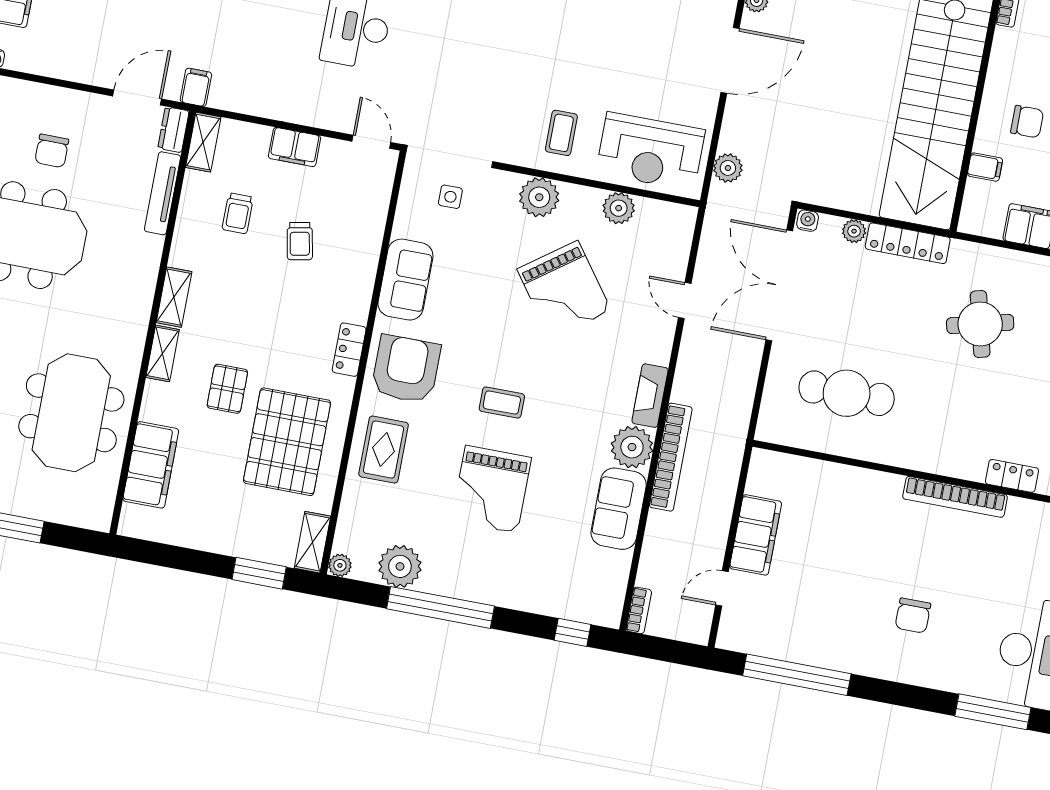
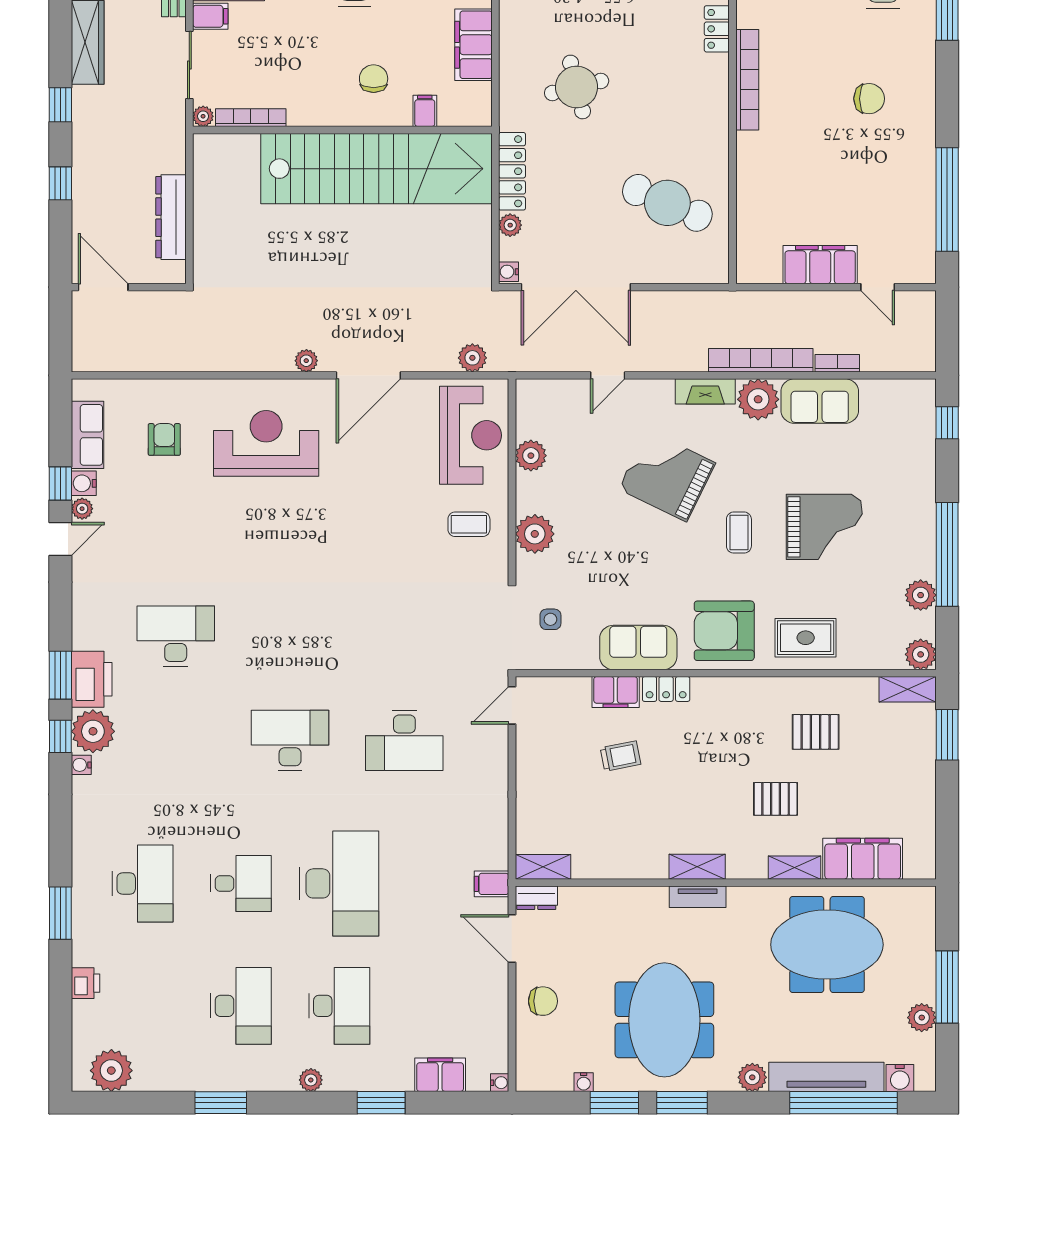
door: (730, 60) -> (368, 375), swing flipped
filing cabinet: (295, 147) -> (616, 692), moved, turned 90
chair: (52, 151) -> (543, 1001), moved
tv unit: (162, 193) -> (698, 897), moved, width x0.71
trolley: (238, 213) -> (605, 821), removed
grand piano: (564, 290) -> (667, 476), moved, turned -118
locker: (349, 350) -> (666, 689), moved
shelving: (163, 353) -> (795, 868), moved
cafe table: (847, 393) -> (667, 203), turned -67
pallet: (287, 442) -> (816, 732), width x0.49, depth x0.50
plant: (340, 565) -> (921, 654), width x1.38, depth x1.38
plant: (400, 566) -> (921, 595), width x0.73, depth x0.73
bookcase: (639, 610) -> (837, 363), moved

